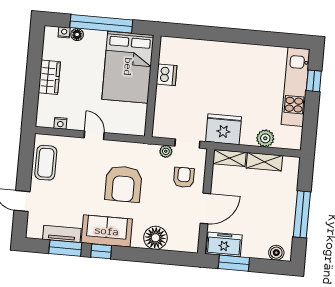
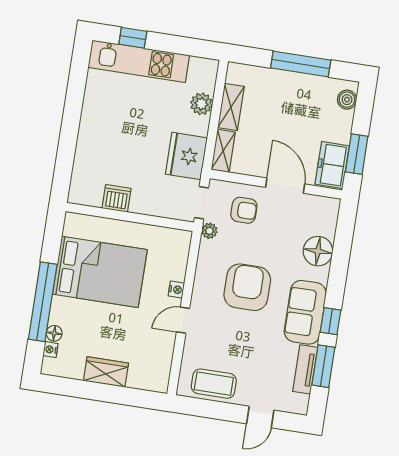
dishwasher: (167, 75) -> (117, 198), moved
wall: (153, 86) -> (130, 217), moved
nightstand: (60, 123) -> (176, 290), moved
armchair: (184, 177) -> (244, 210), turned 180
armchair: (123, 184) -> (247, 287), turned -90

